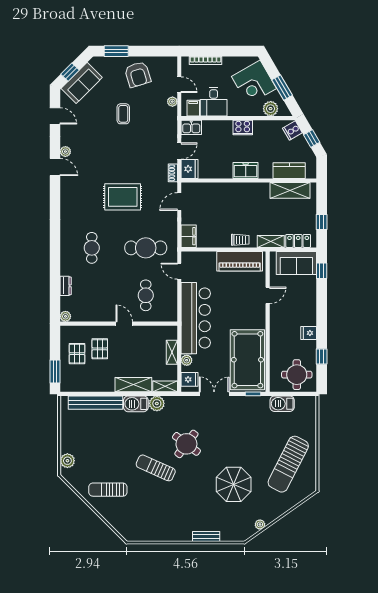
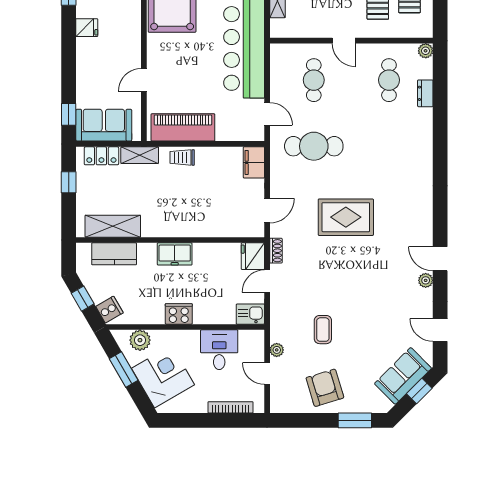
filing cabinet: (193, 108) -> (248, 341), removed
coffee table: (123, 114) -> (323, 330), moved
cafe table: (92, 248) -> (389, 80), moved

